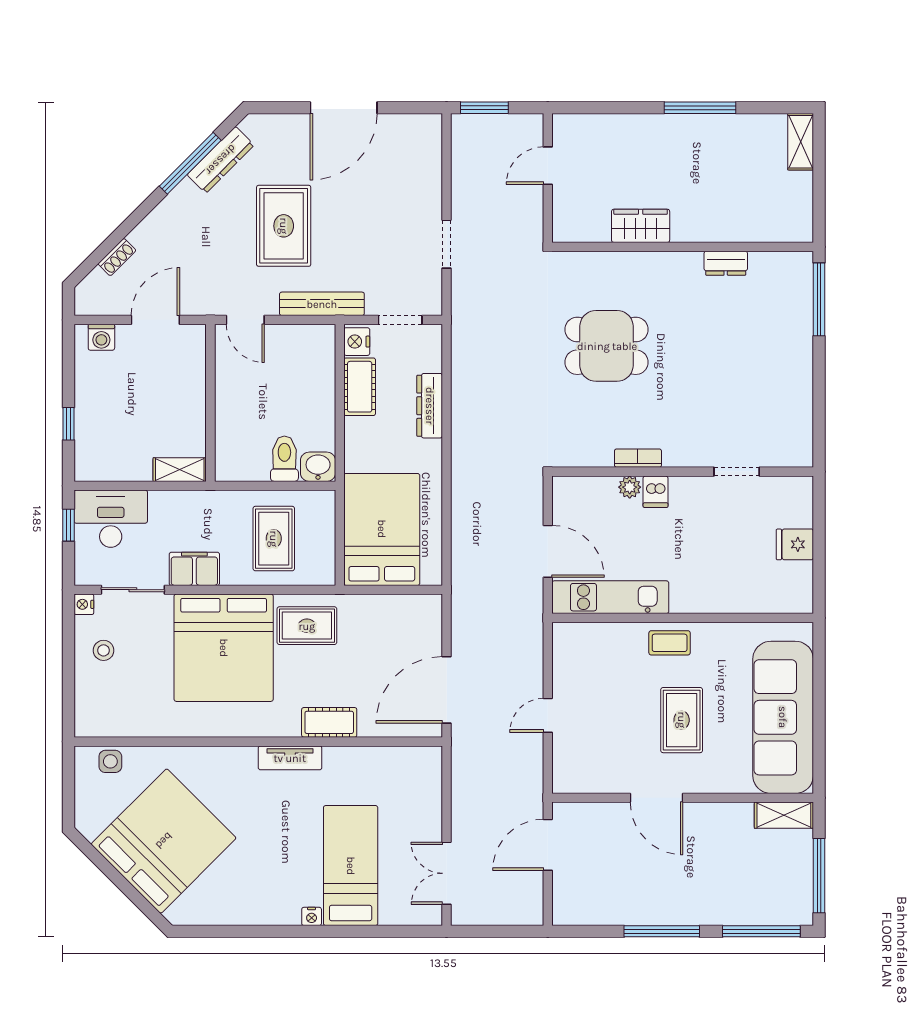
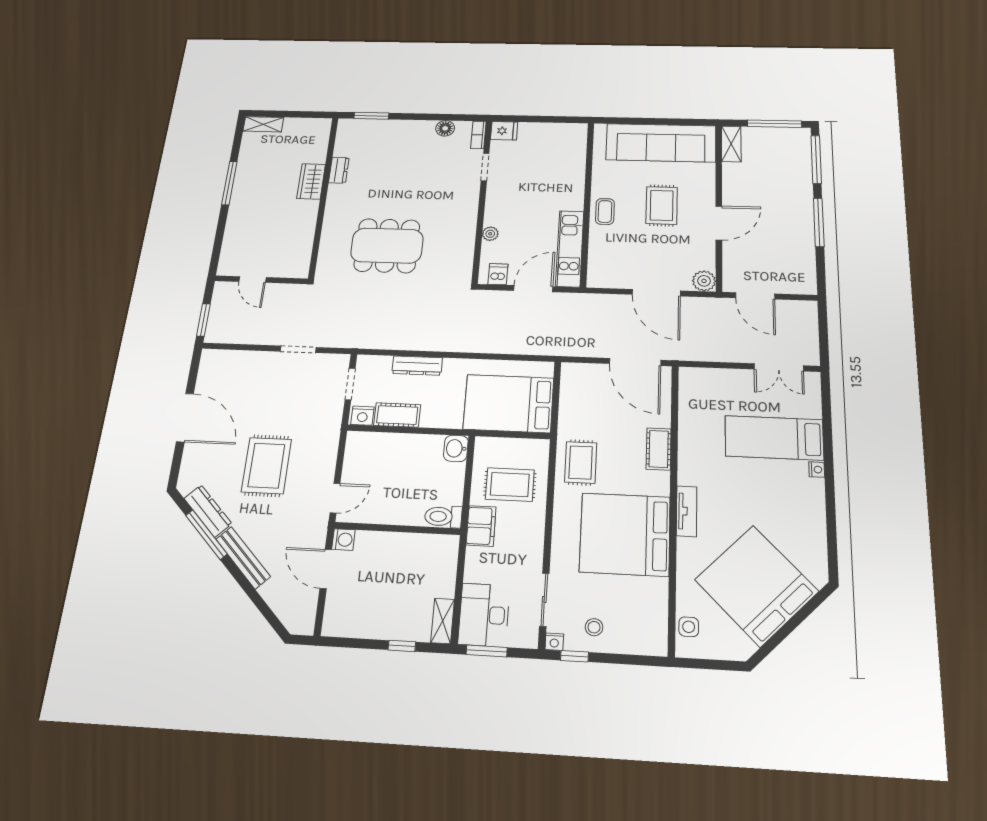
rug: (284, 226) -> (266, 466), turned 90
wardrobe: (641, 226) -> (311, 181), moved
shoe rack: (117, 257) -> (271, 597), removed
window: (819, 299) -> (371, 116), width x0.69
bench: (322, 304) -> (243, 558), moved, turned -45
washing machine: (101, 337) -> (343, 540), moved
dining table: (607, 346) -> (387, 246), width x1.38
floor lamp: (800, 409) -> (445, 128), added
bookcase: (638, 458) -> (478, 135), moved
toilet: (284, 459) -> (443, 517), moved
shelving: (180, 470) -> (443, 621), moved
dishwasher: (656, 492) -> (498, 274), moved, turned -90
window: (68, 525) -> (487, 651), width x1.50
fridge: (795, 544) -> (504, 131), moved, turned -90
filing cabinet: (194, 569) -> (481, 526), moved, turned 180
window: (68, 629) -> (575, 656), added
bed: (224, 648) -> (625, 534), moved, turned 180
door: (548, 715) -> (656, 293), width x1.88
rug: (682, 720) -> (662, 205), turned 90
tv unit: (290, 758) -> (687, 511), moved
plant: (567, 778) -> (704, 281), added

